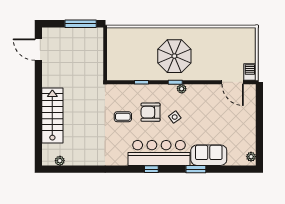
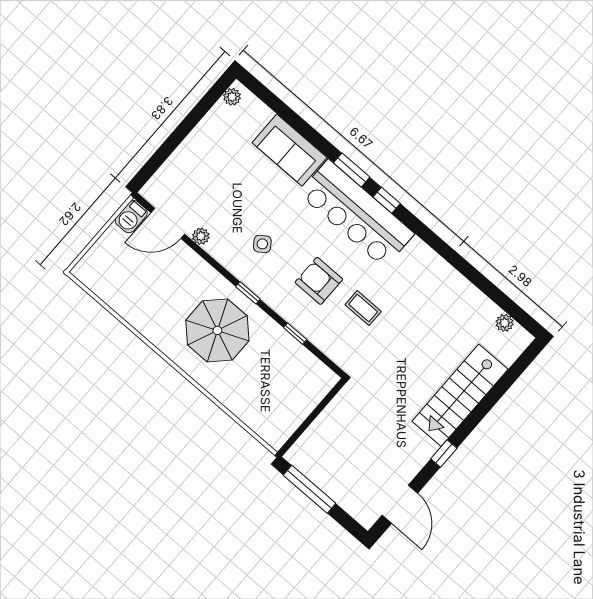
door: (233, 82) -> (168, 223), swing flipped
window: (38, 86) -> (444, 453), added
plant: (182, 89) -> (201, 236), moved
armchair: (151, 112) -> (319, 281), turned 180
side table: (175, 117) -> (262, 244), moved
window: (196, 169) -> (352, 170), moved

